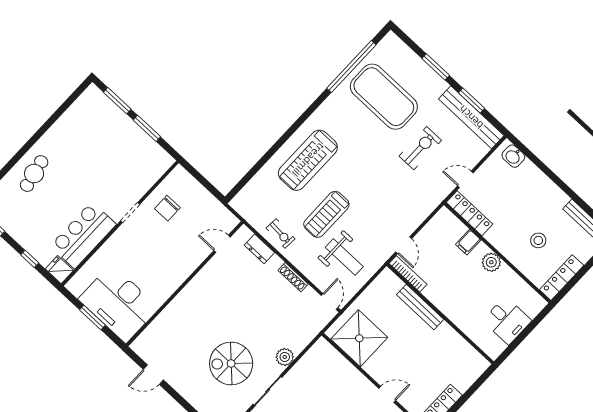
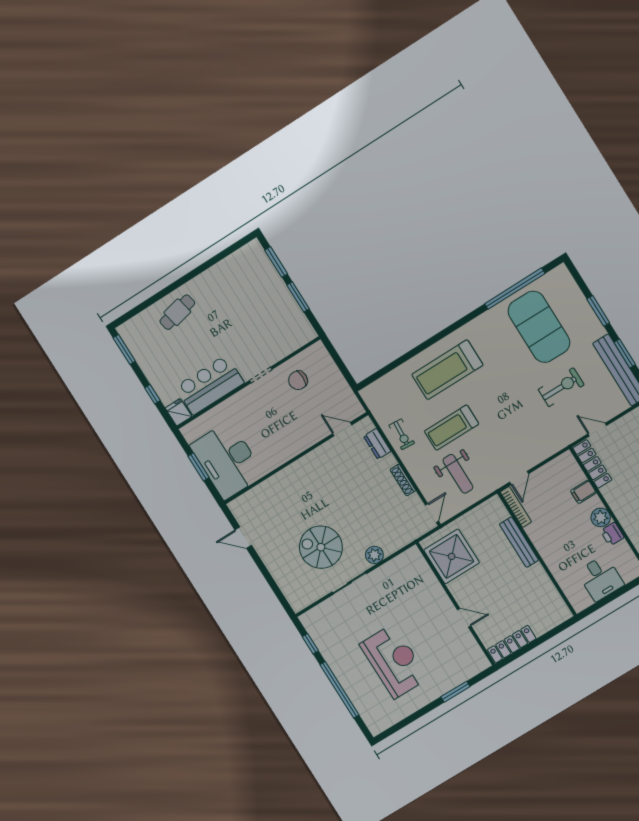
printer: (507, 275) -> (612, 534), added

